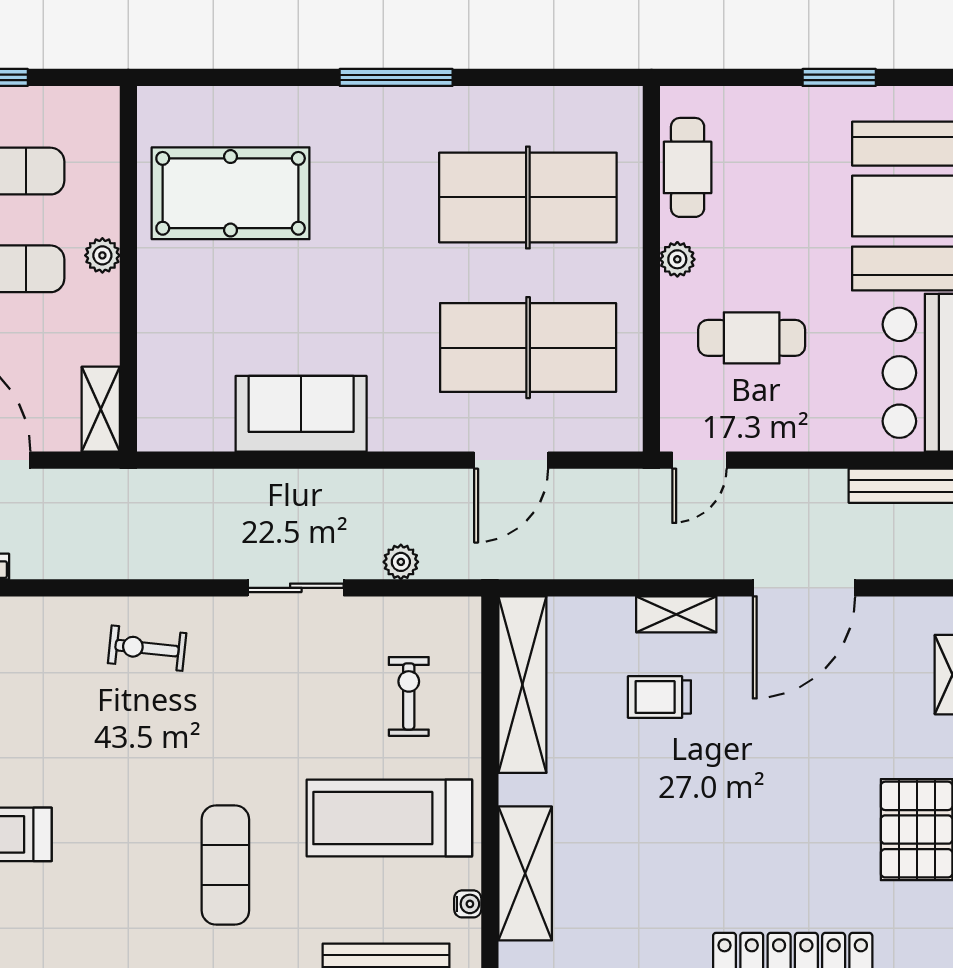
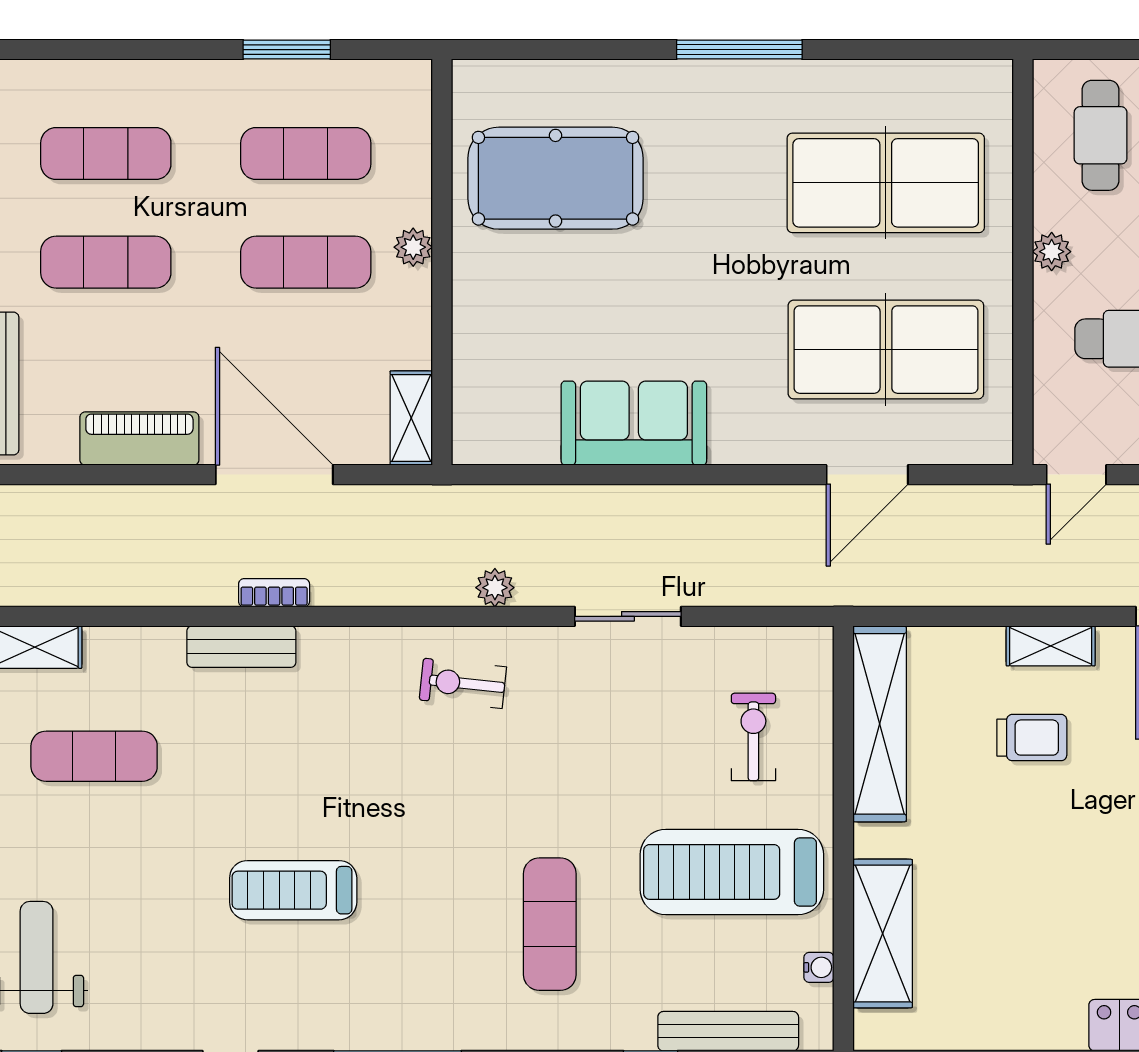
cafe table: (688, 167) -> (1101, 135), moved
plant: (401, 562) -> (495, 588), moved
trolley: (659, 697) -> (1032, 738), turned 180

